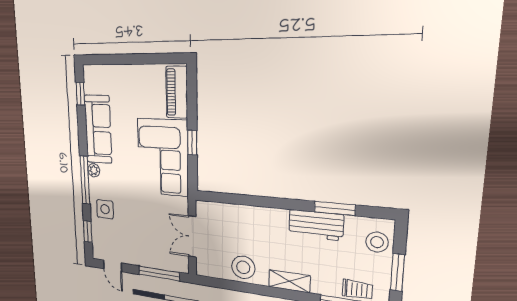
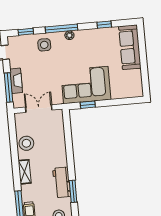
piano: (177, 92) -> (126, 91), removed
window: (80, 94) -> (104, 25), moved
sofa: (98, 129) -> (130, 47), moved, turned 90
window: (192, 143) -> (88, 105), moved
fireplace: (151, 260) -> (16, 81), added

